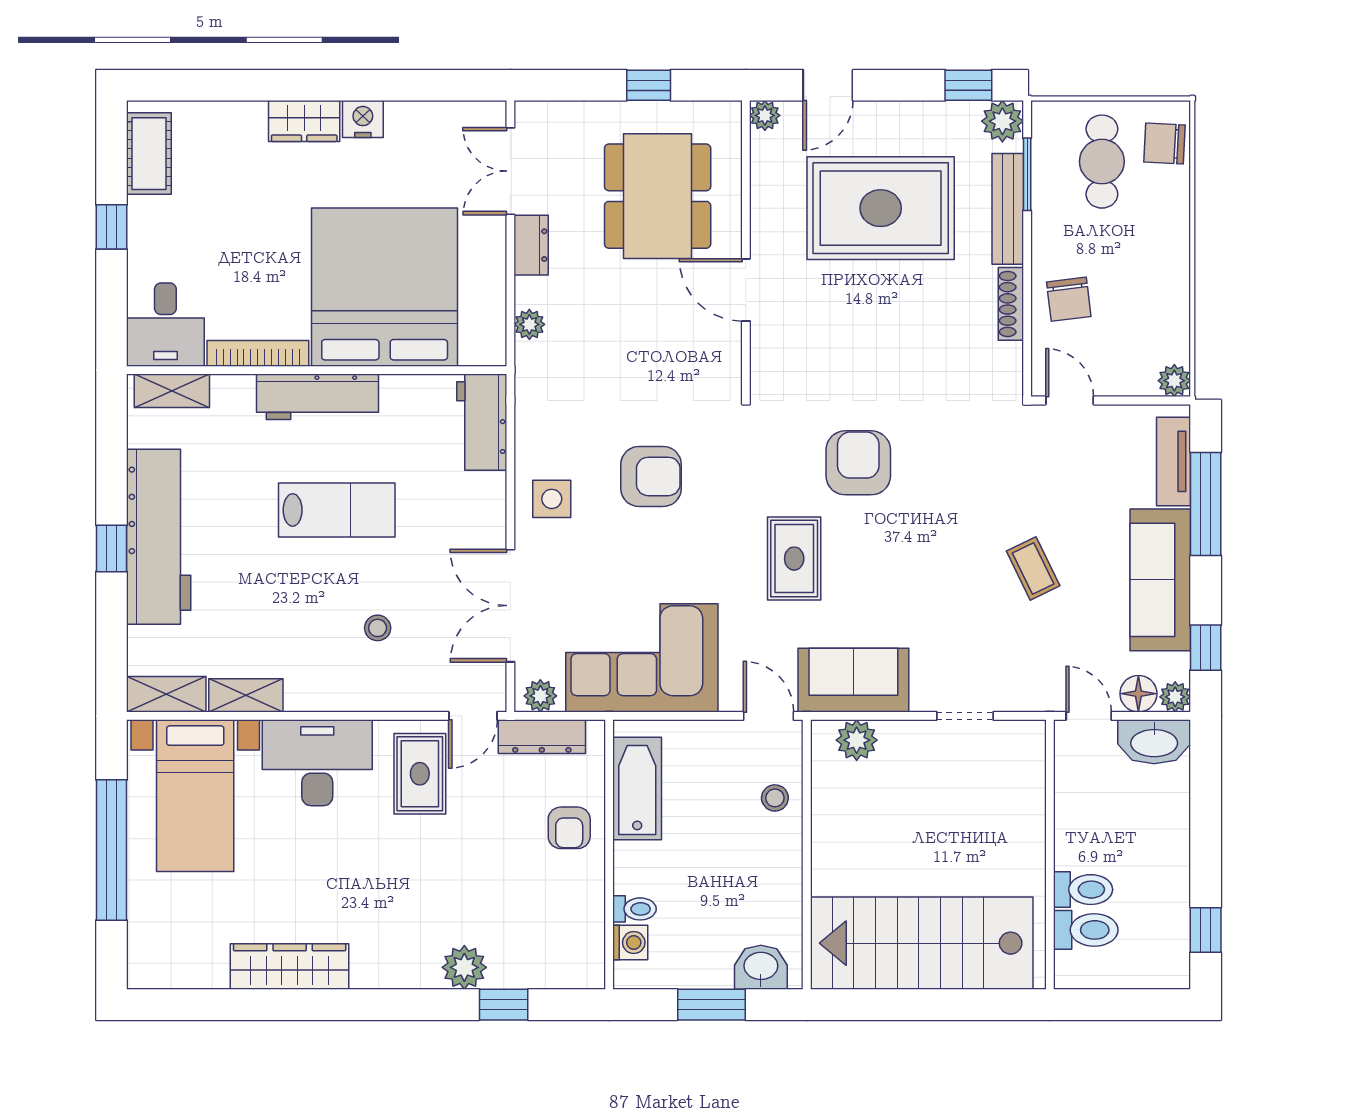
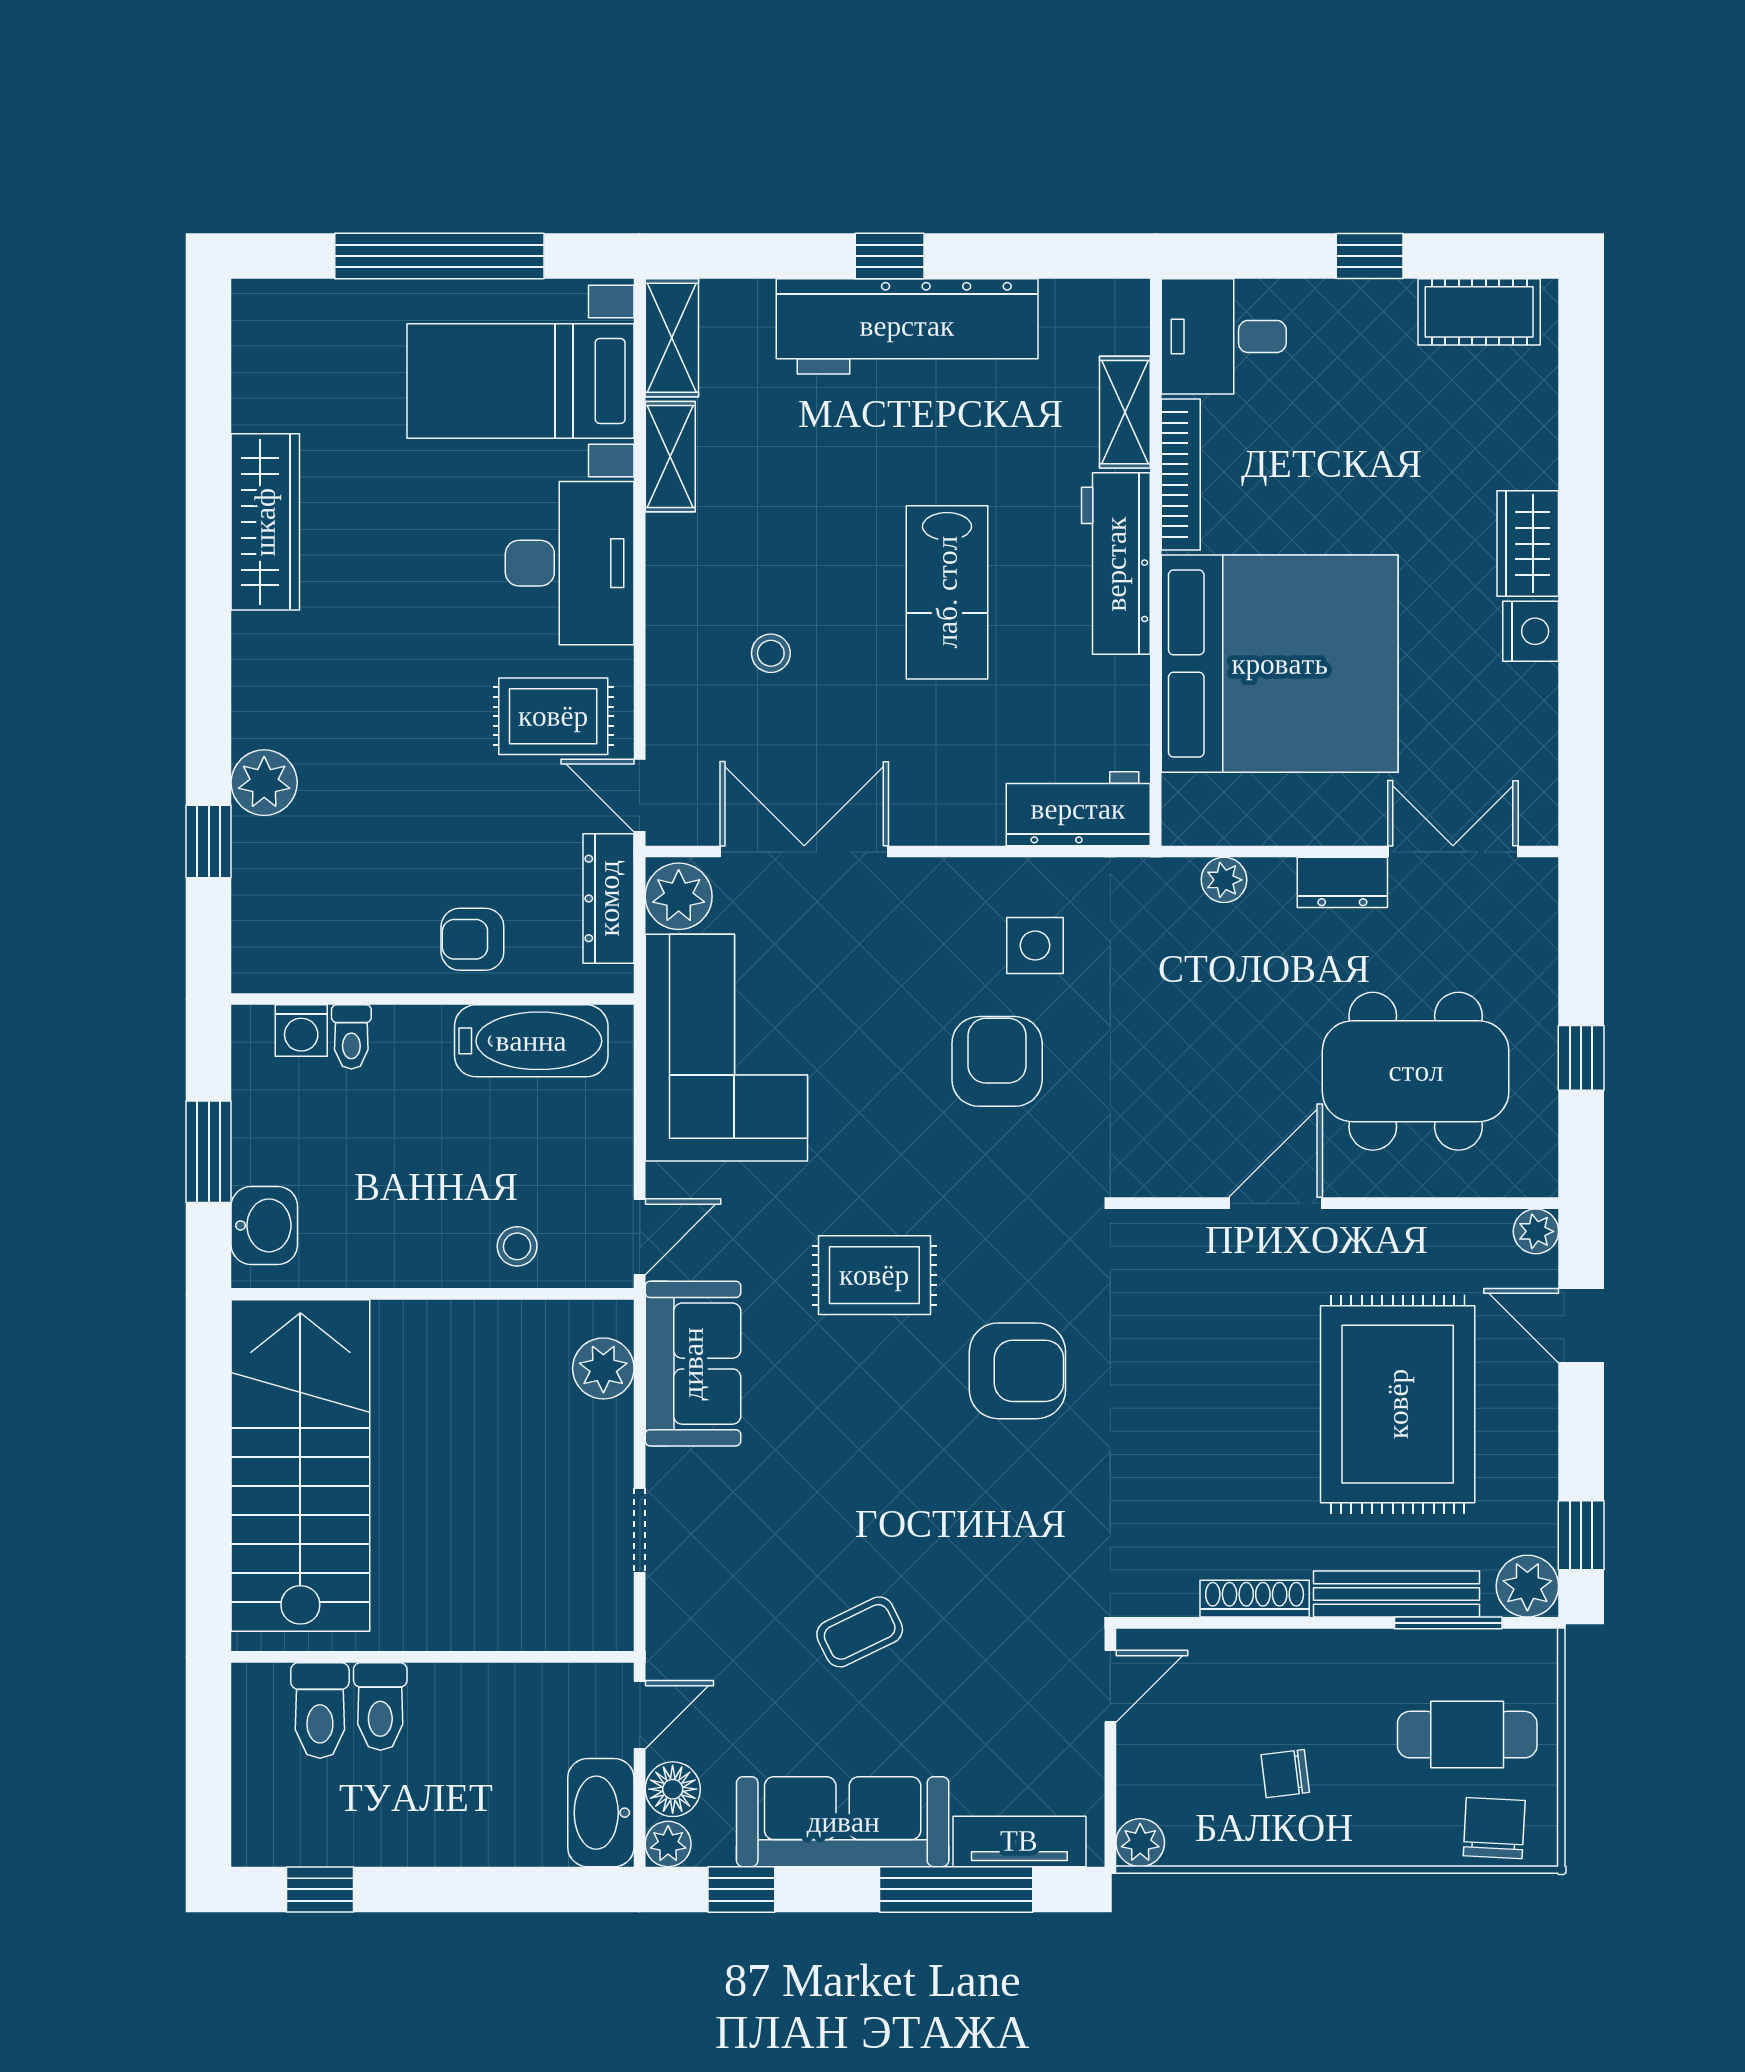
chair: (1069, 299) -> (1285, 1774), moved, width x0.73, depth x0.73
shelving: (172, 391) -> (1125, 412), moved
armchair: (651, 476) -> (997, 1061), turned 180
side table: (552, 499) -> (1035, 946), moved
plant: (540, 696) -> (679, 896), width x1.38, depth x1.38

